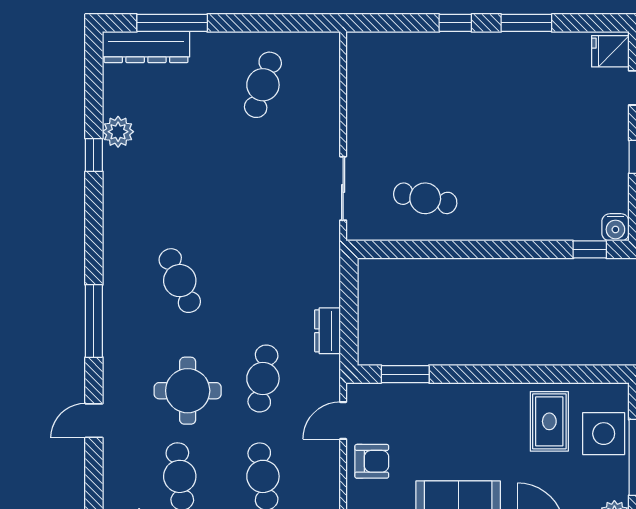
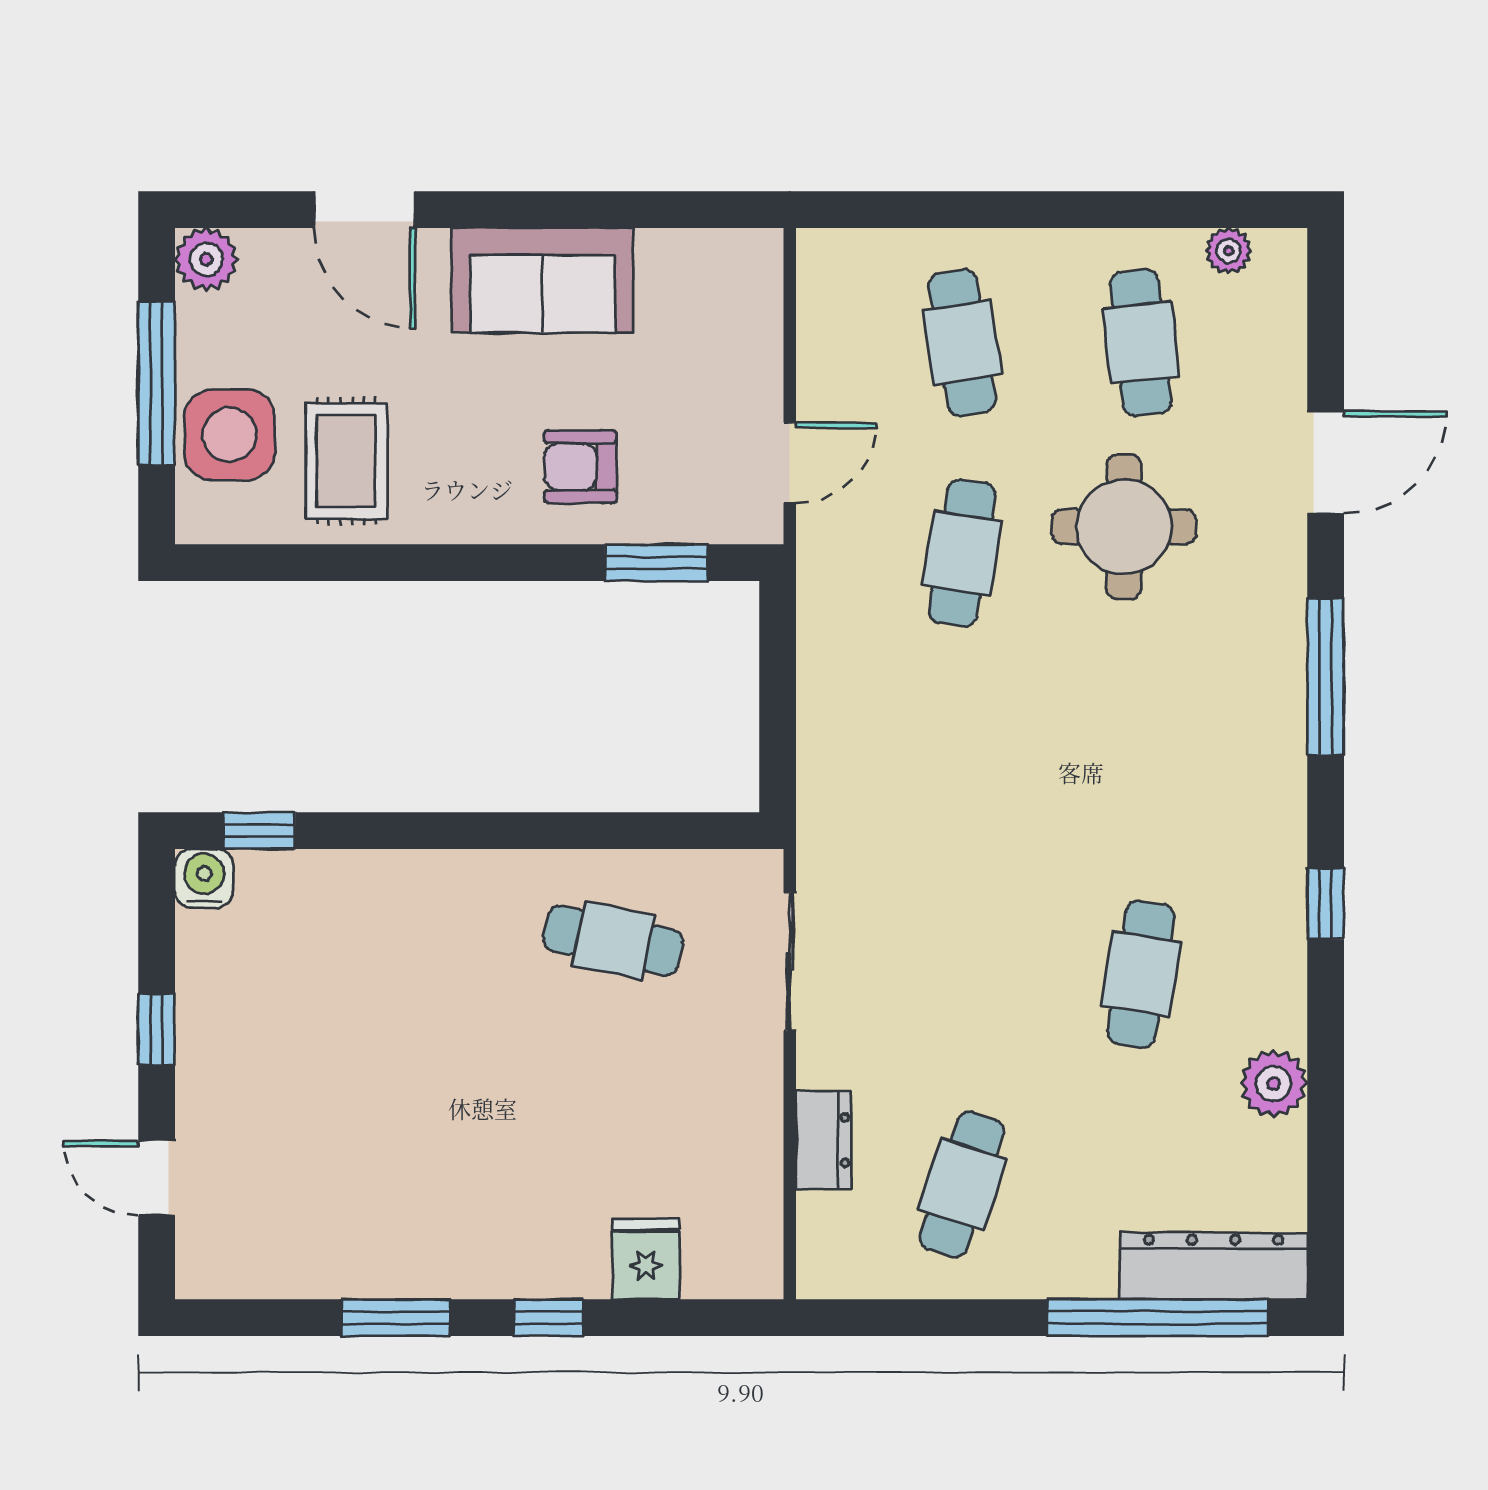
window: (172, 23) -> (1158, 1318), width x1.46
fridge: (610, 51) -> (646, 1259), moved, turned -90
window: (94, 155) -> (1326, 904), moved
cafe table: (180, 281) -> (1141, 974), moved, turned 33
dresser: (327, 331) -> (823, 1140), moved
door: (94, 421) -> (1326, 462), width x1.38
armchair: (372, 461) -> (581, 467), moved

